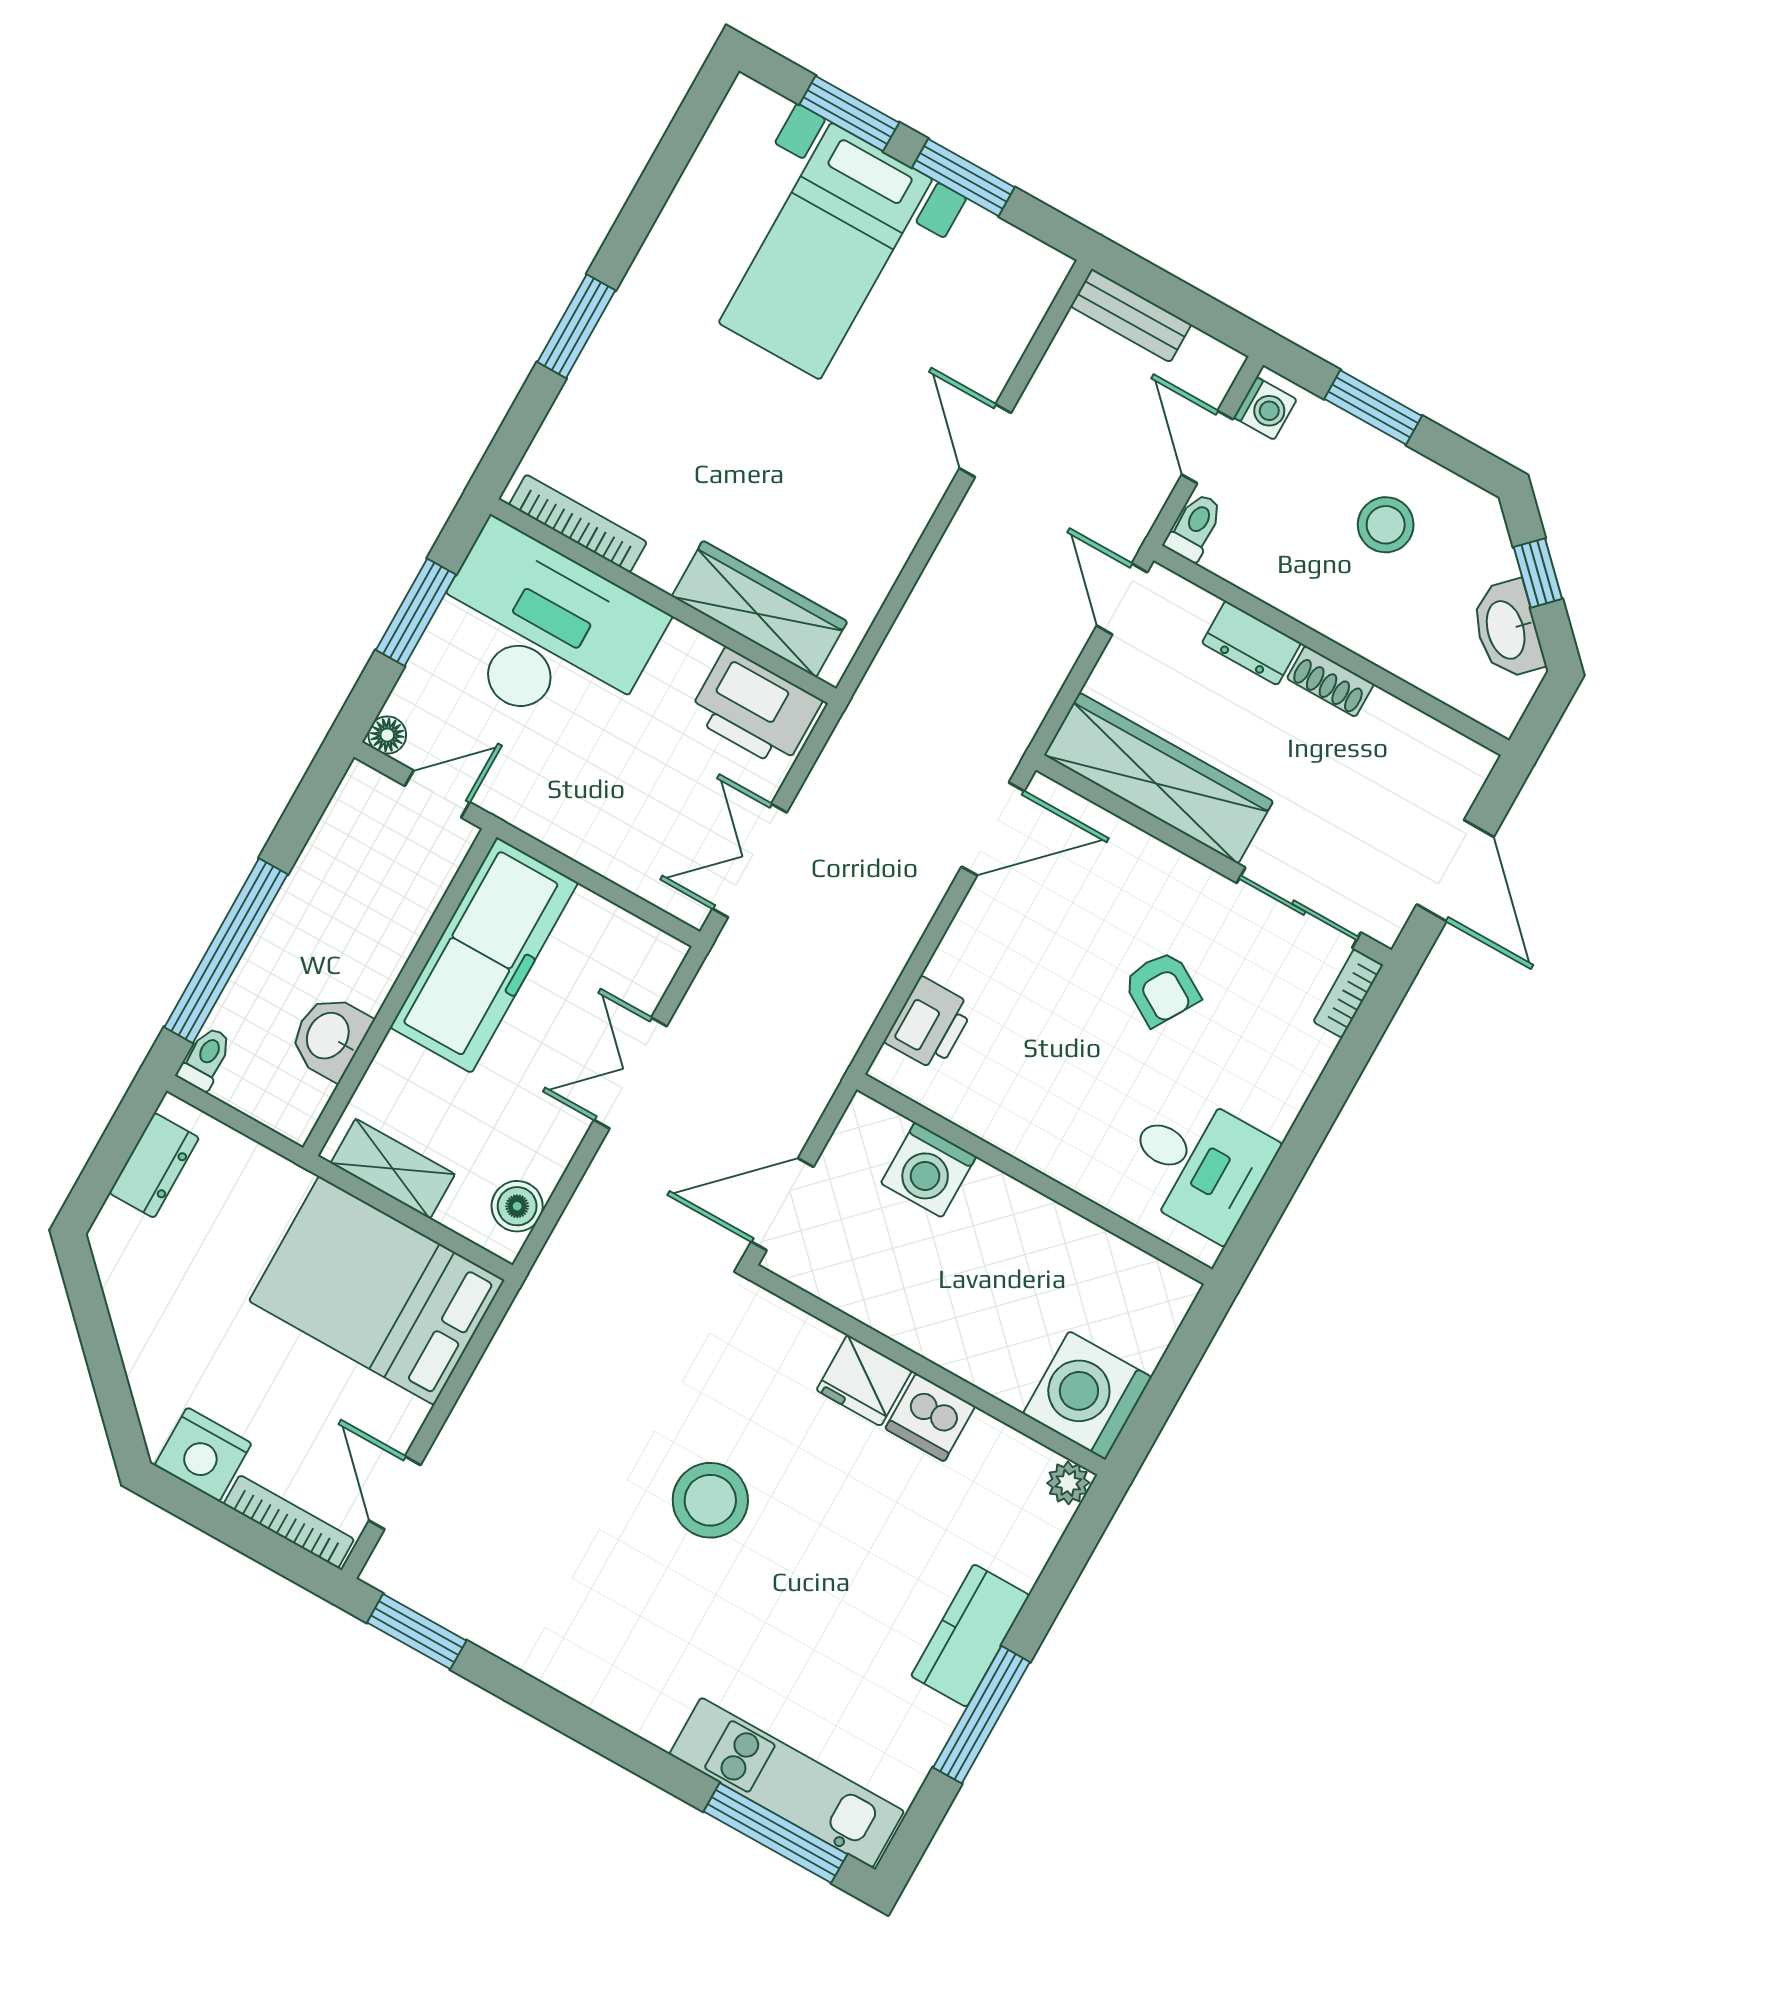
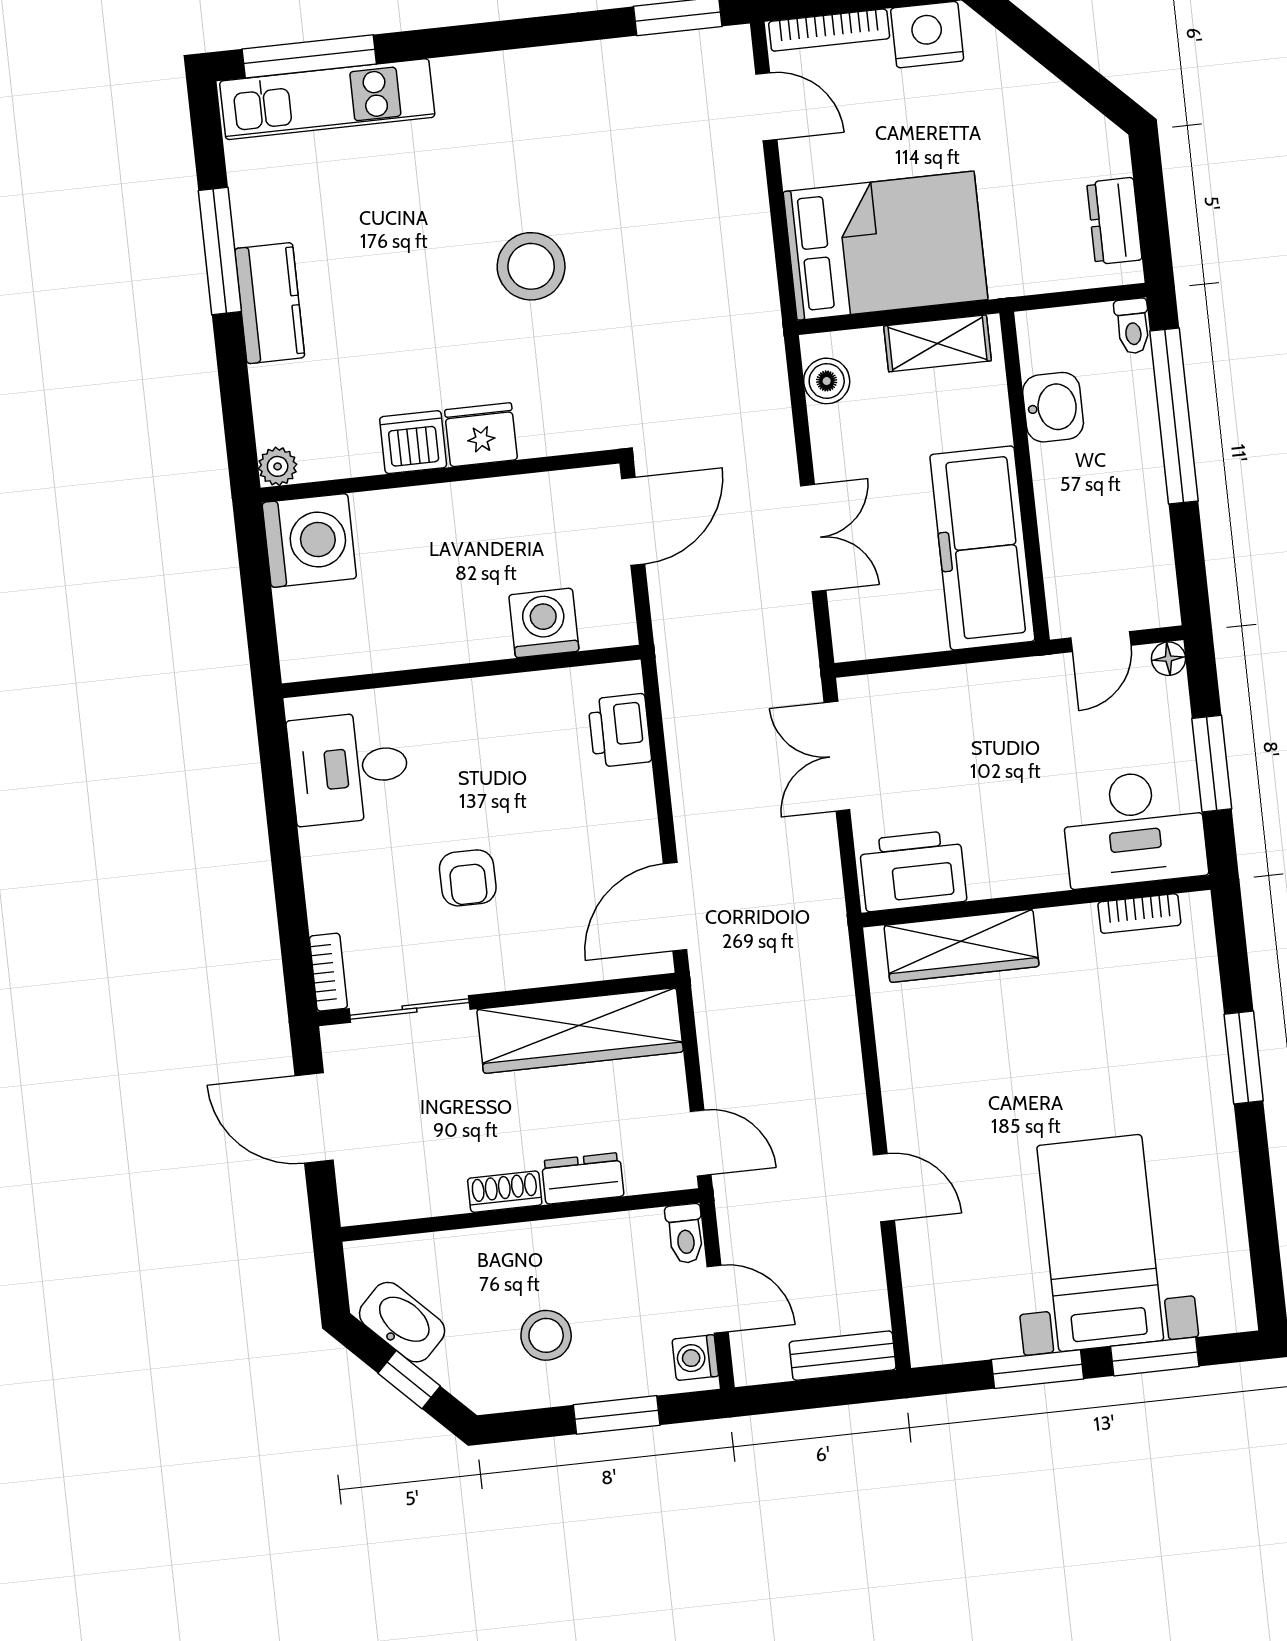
bookcase: (578, 523) -> (1139, 914), width x0.64
desk: (543, 633) -> (1134, 828), width x0.73, depth x0.77
double door: (750, 861) -> (837, 756), swing flipped
armchair: (1162, 989) -> (468, 878), turned -121

